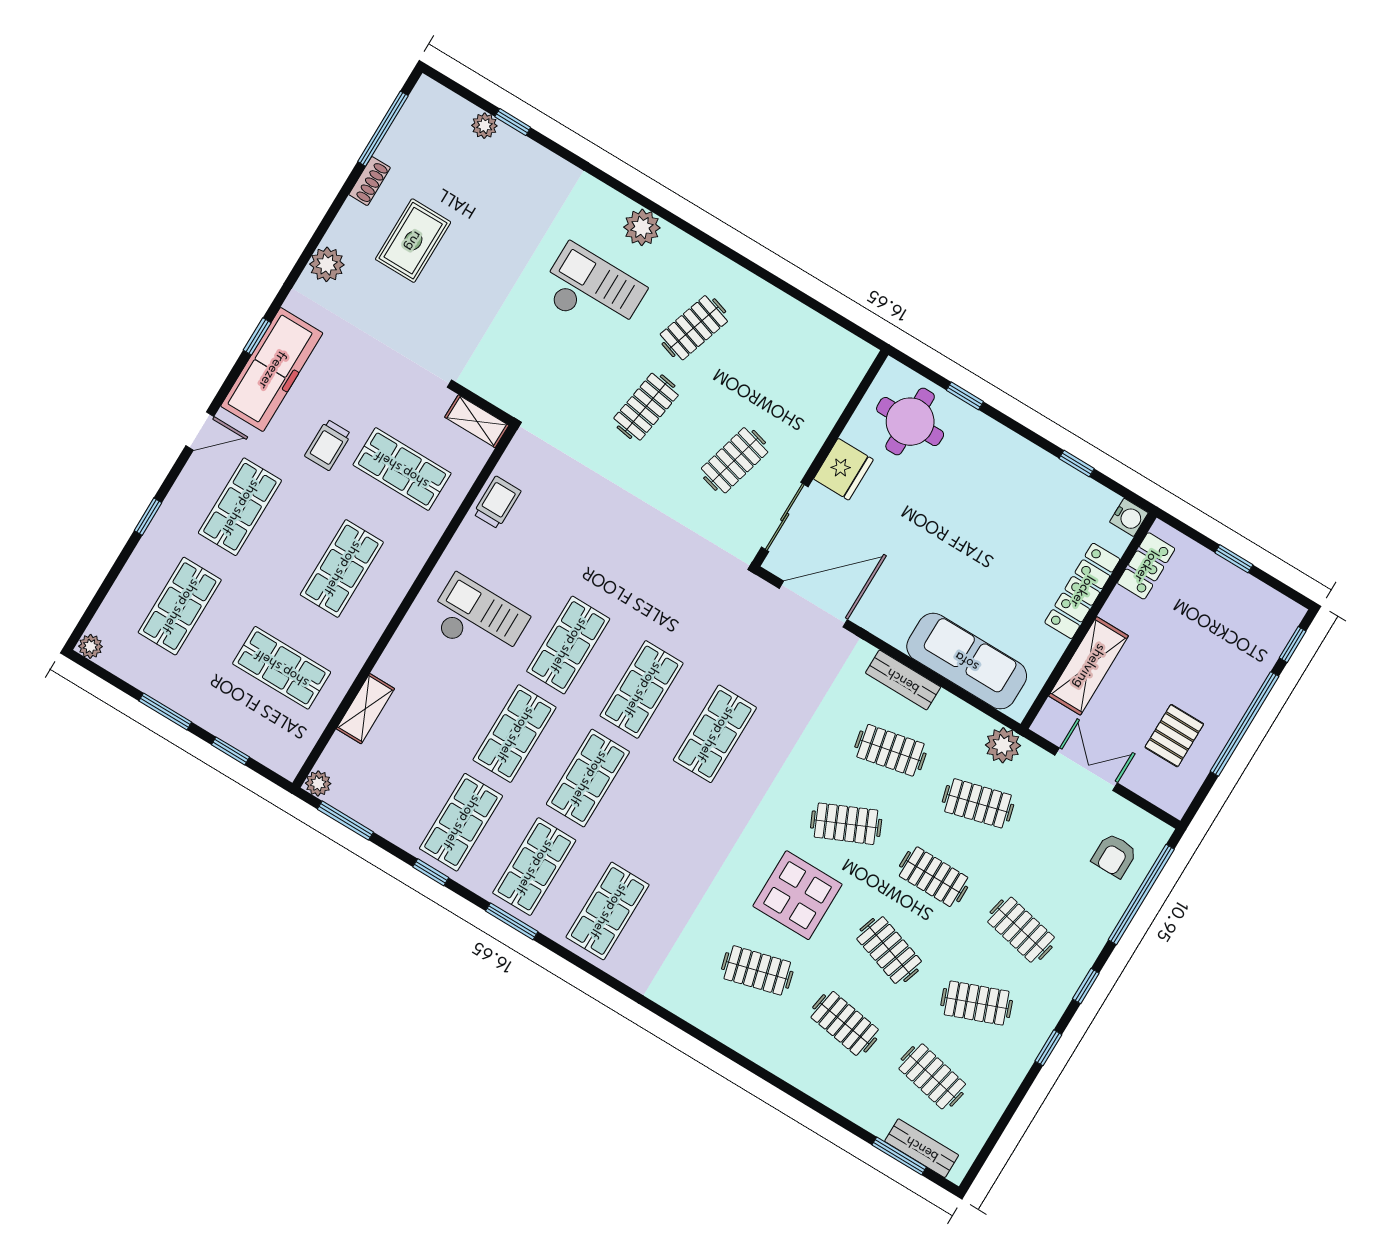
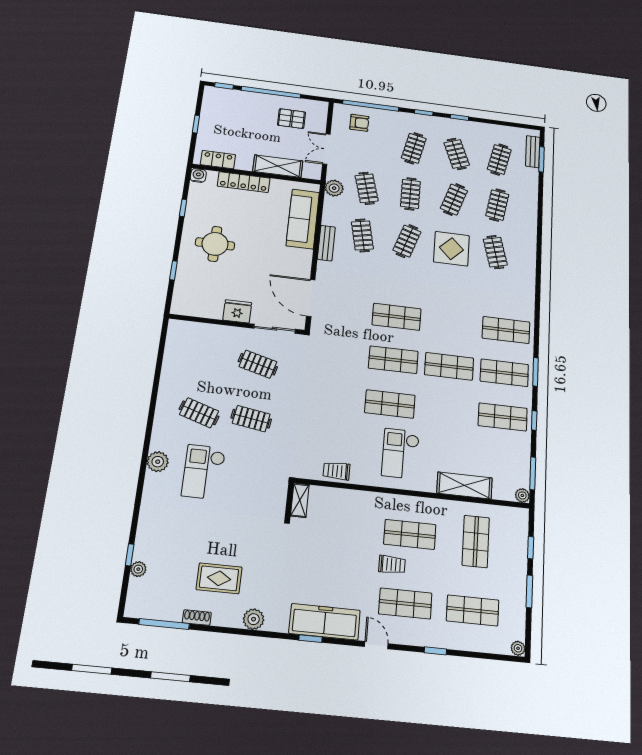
round table: (910, 422) -> (215, 244), moved
trolley: (328, 445) -> (392, 565), moved
shop shelf: (402, 469) -> (343, 527), removed
shelving: (365, 709) -> (464, 485), width x1.50, depth x1.33
shop shelf: (515, 734) -> (447, 410), removed
clothes rail: (846, 824) -> (407, 241), turned 42

